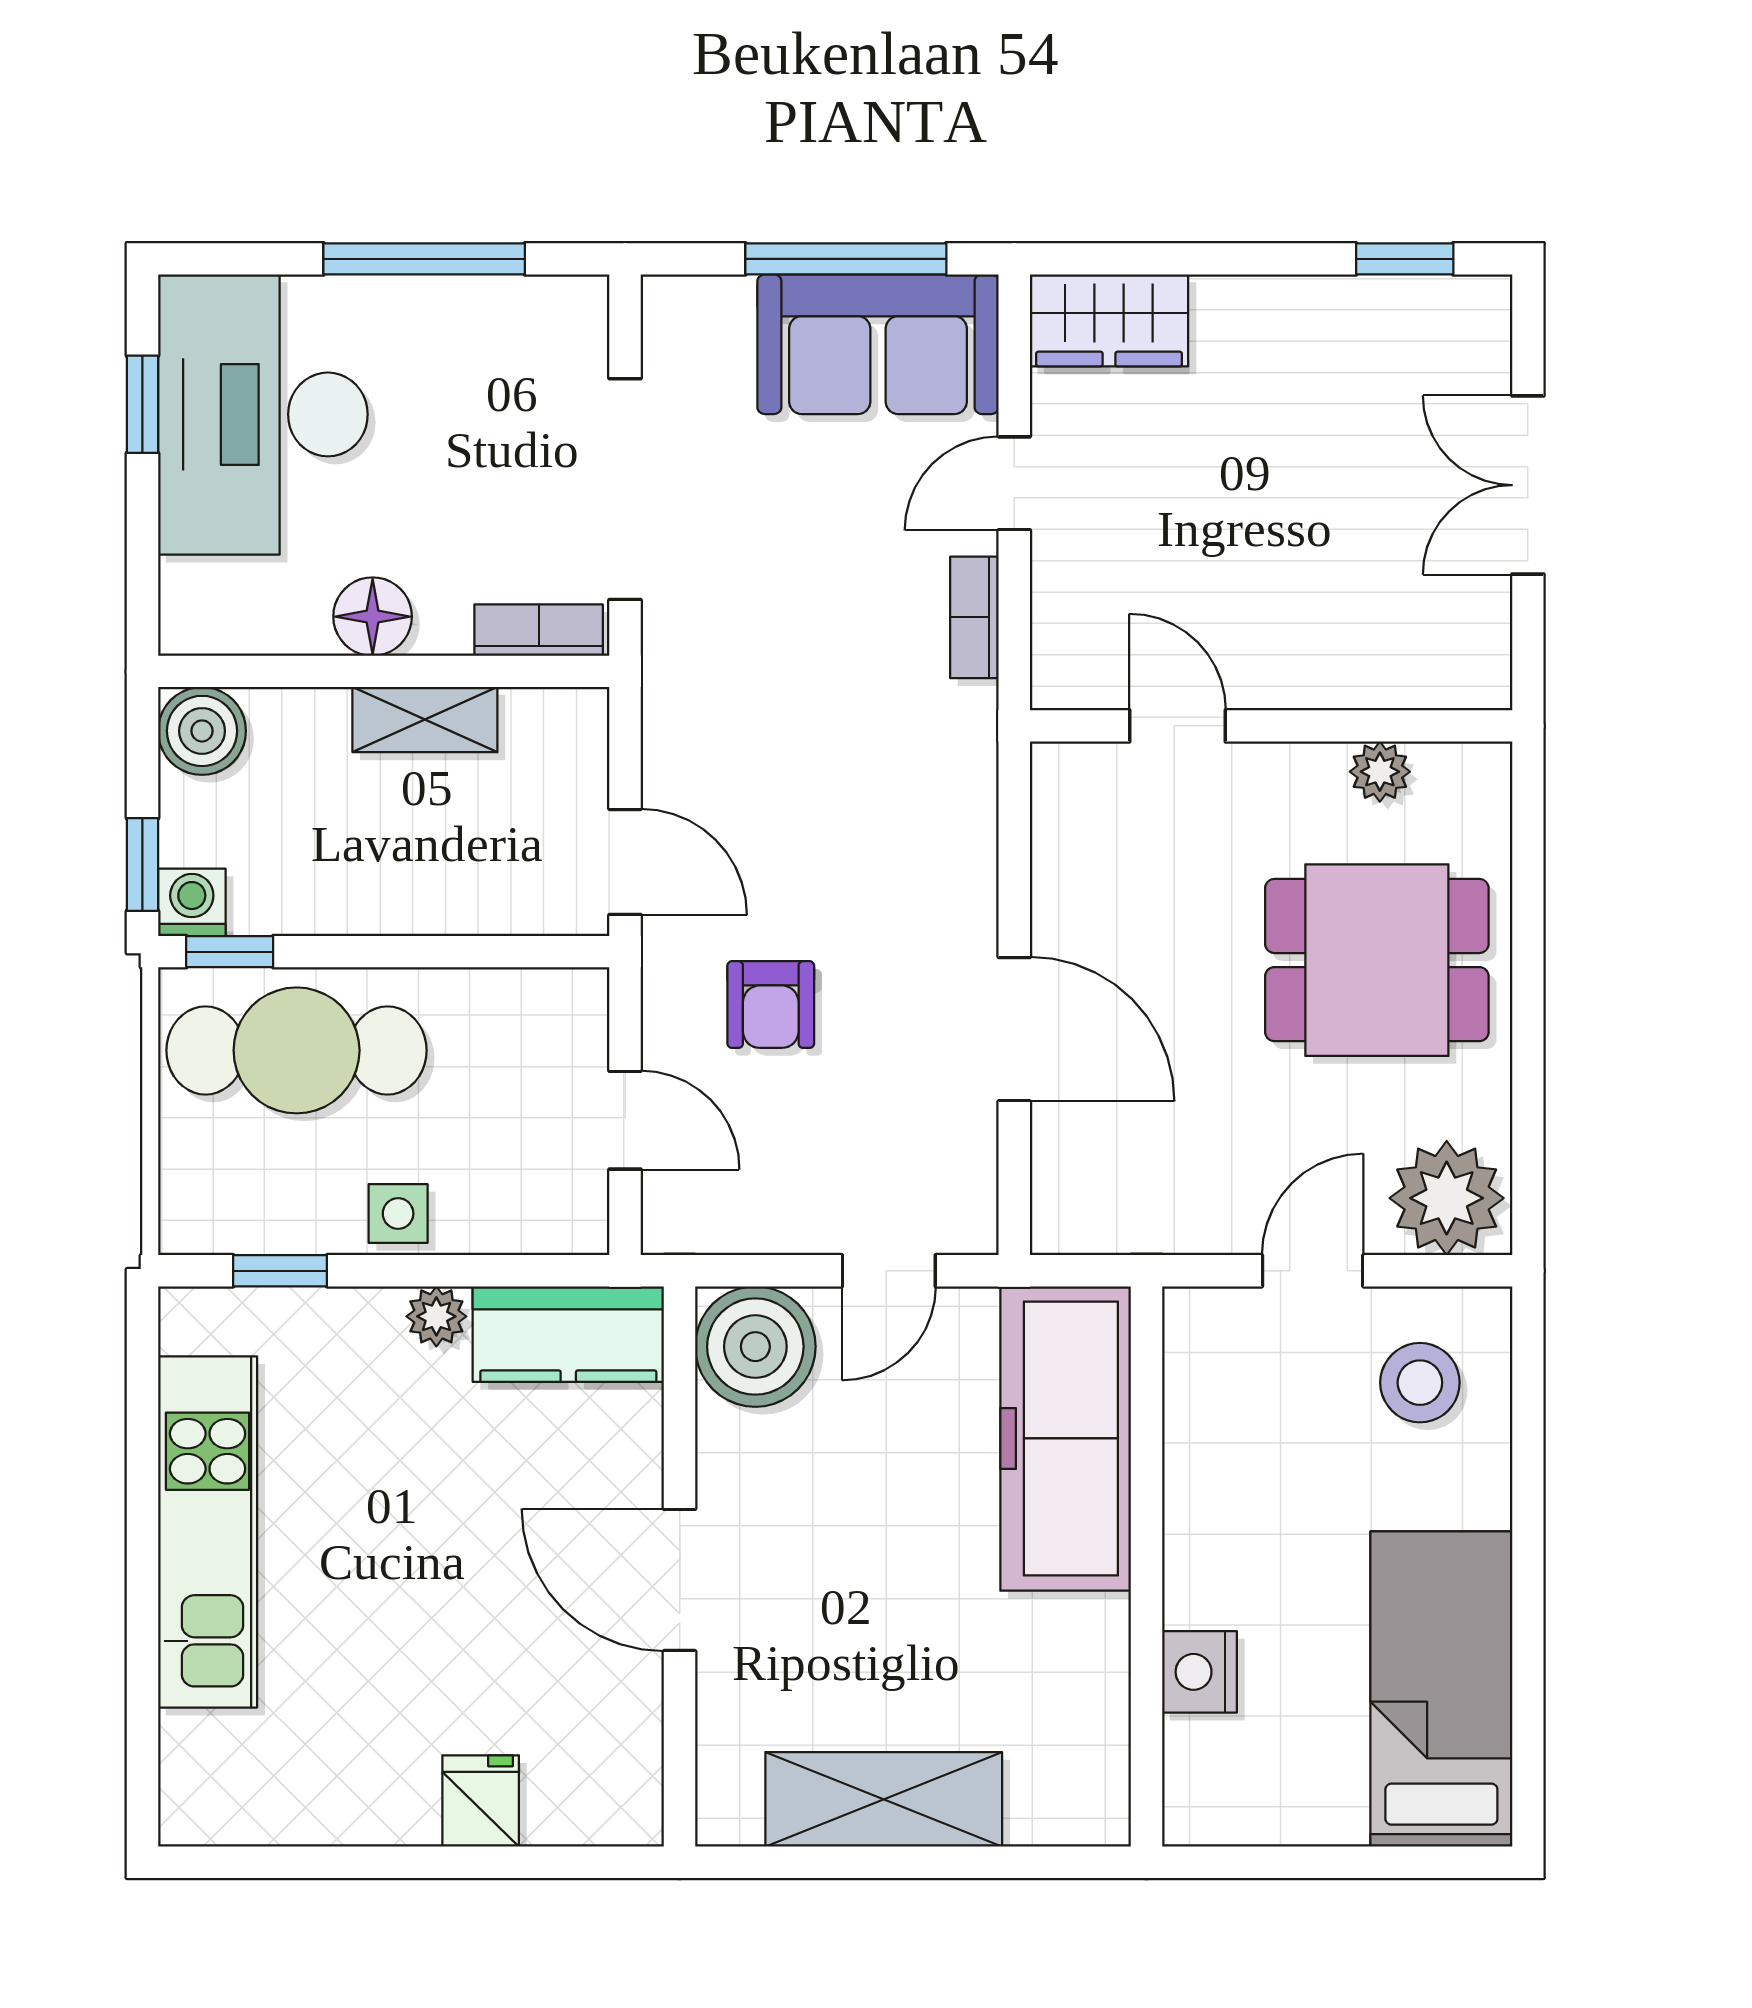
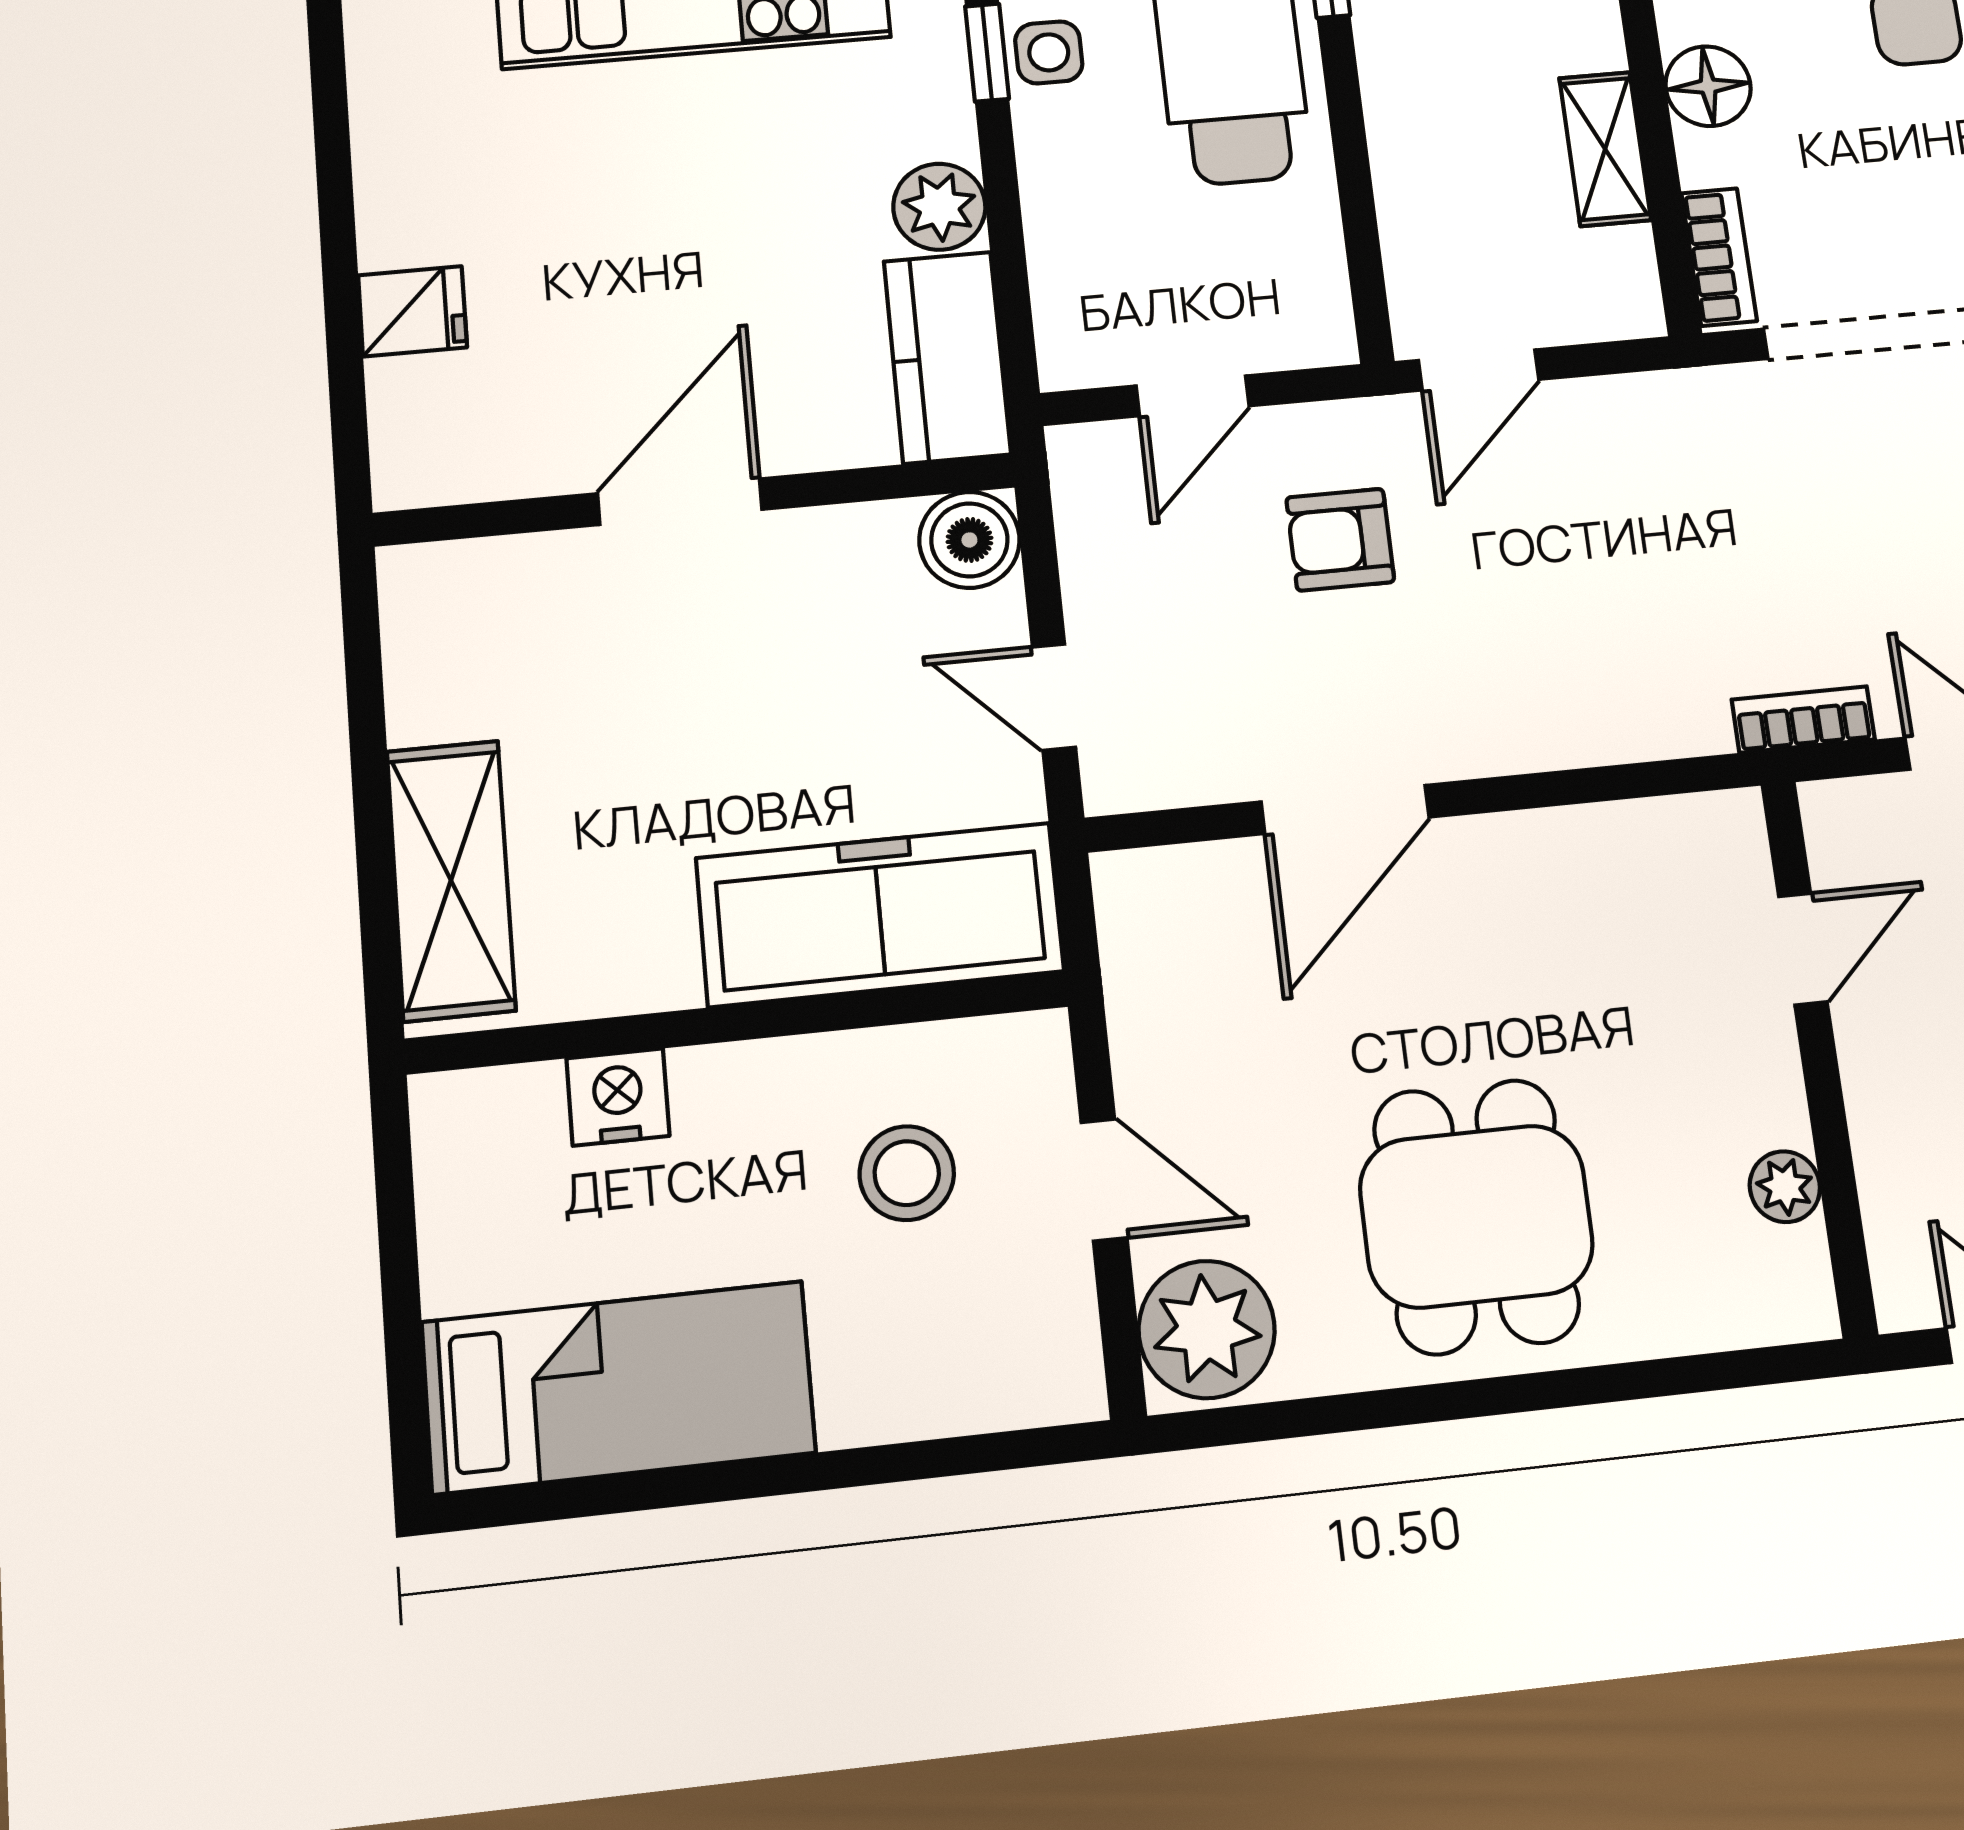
door: (1178, 726) -> (1803, 949), moved
wall: (1271, 726) -> (1819, 1055), moved
plant: (1380, 772) -> (1785, 1187), moved
side table: (398, 1214) -> (1049, 52), moved
plant: (436, 1316) -> (939, 207), width x1.38, depth x1.38
boiler: (755, 1347) -> (969, 540), width x0.73, depth x0.73
stool: (1420, 1383) -> (907, 1173), moved
shelving: (884, 1799) -> (451, 880), moved

